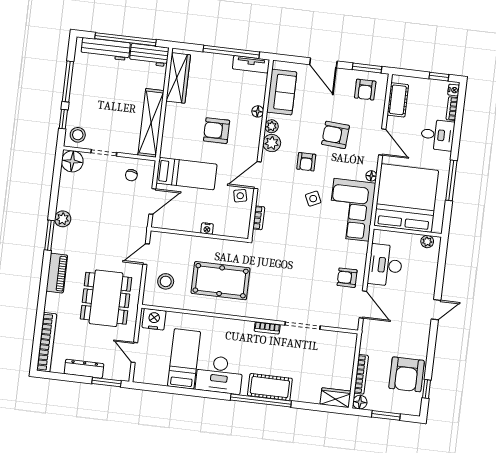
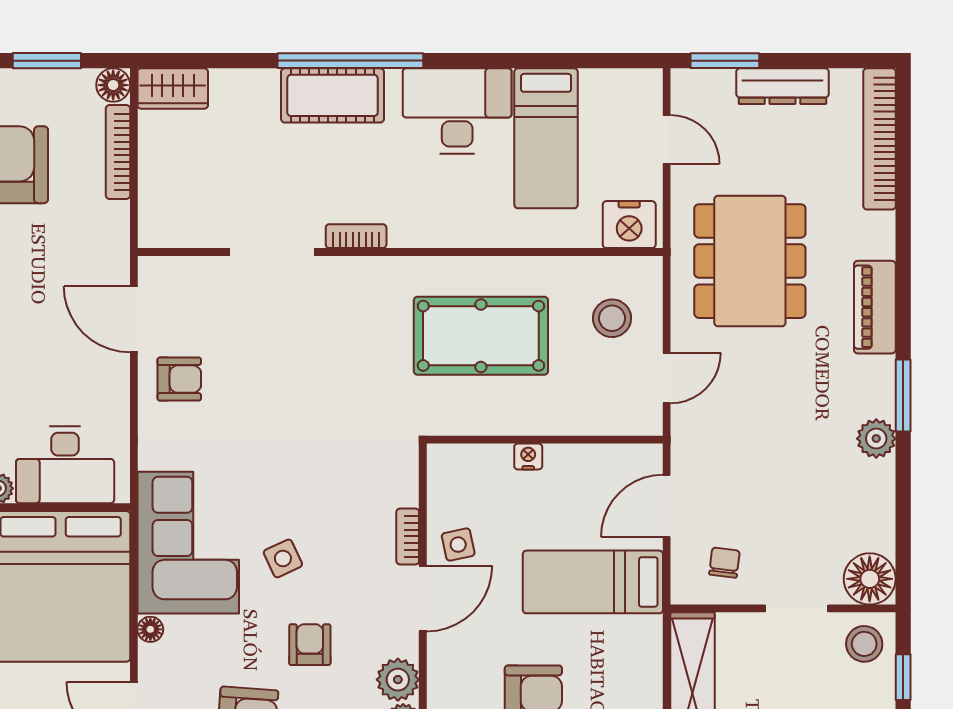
bookcase: (259, 218) -> (408, 536), moved
desk: (385, 265) -> (65, 465), moved, turned 90

